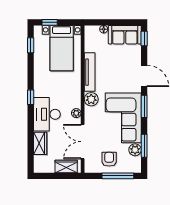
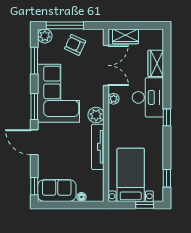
plant: (135, 150) -> (45, 36), moved
armchair: (109, 159) -> (75, 45), turned 115

